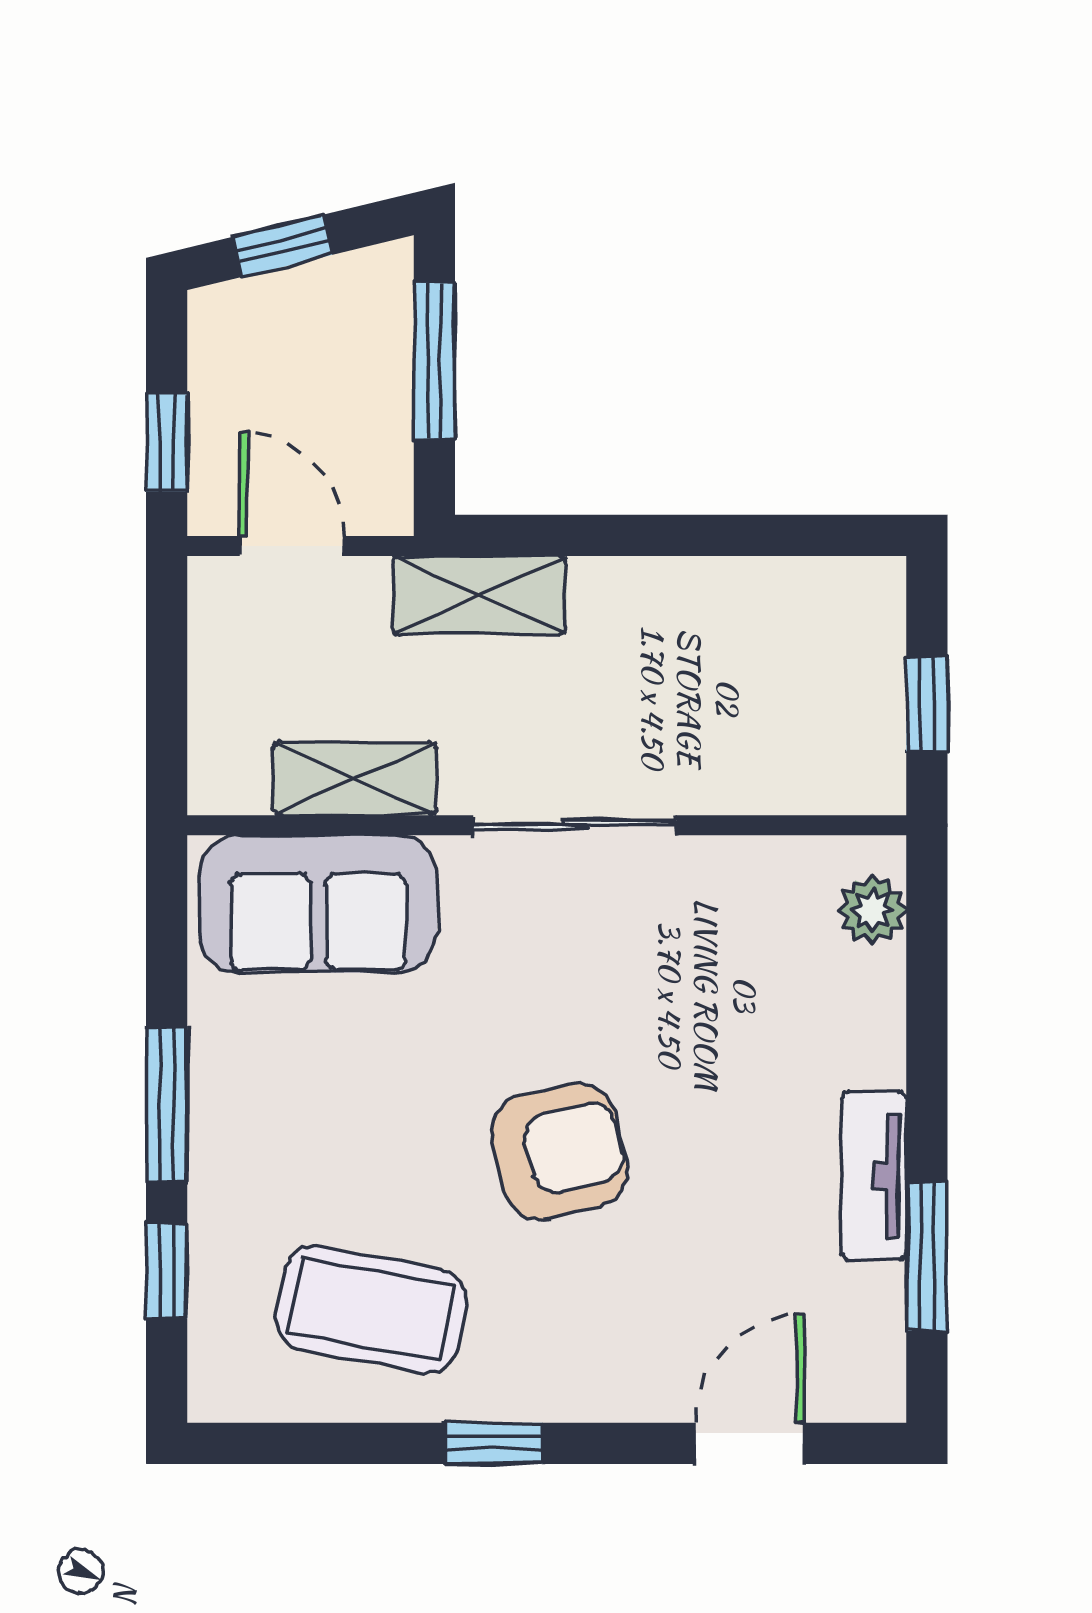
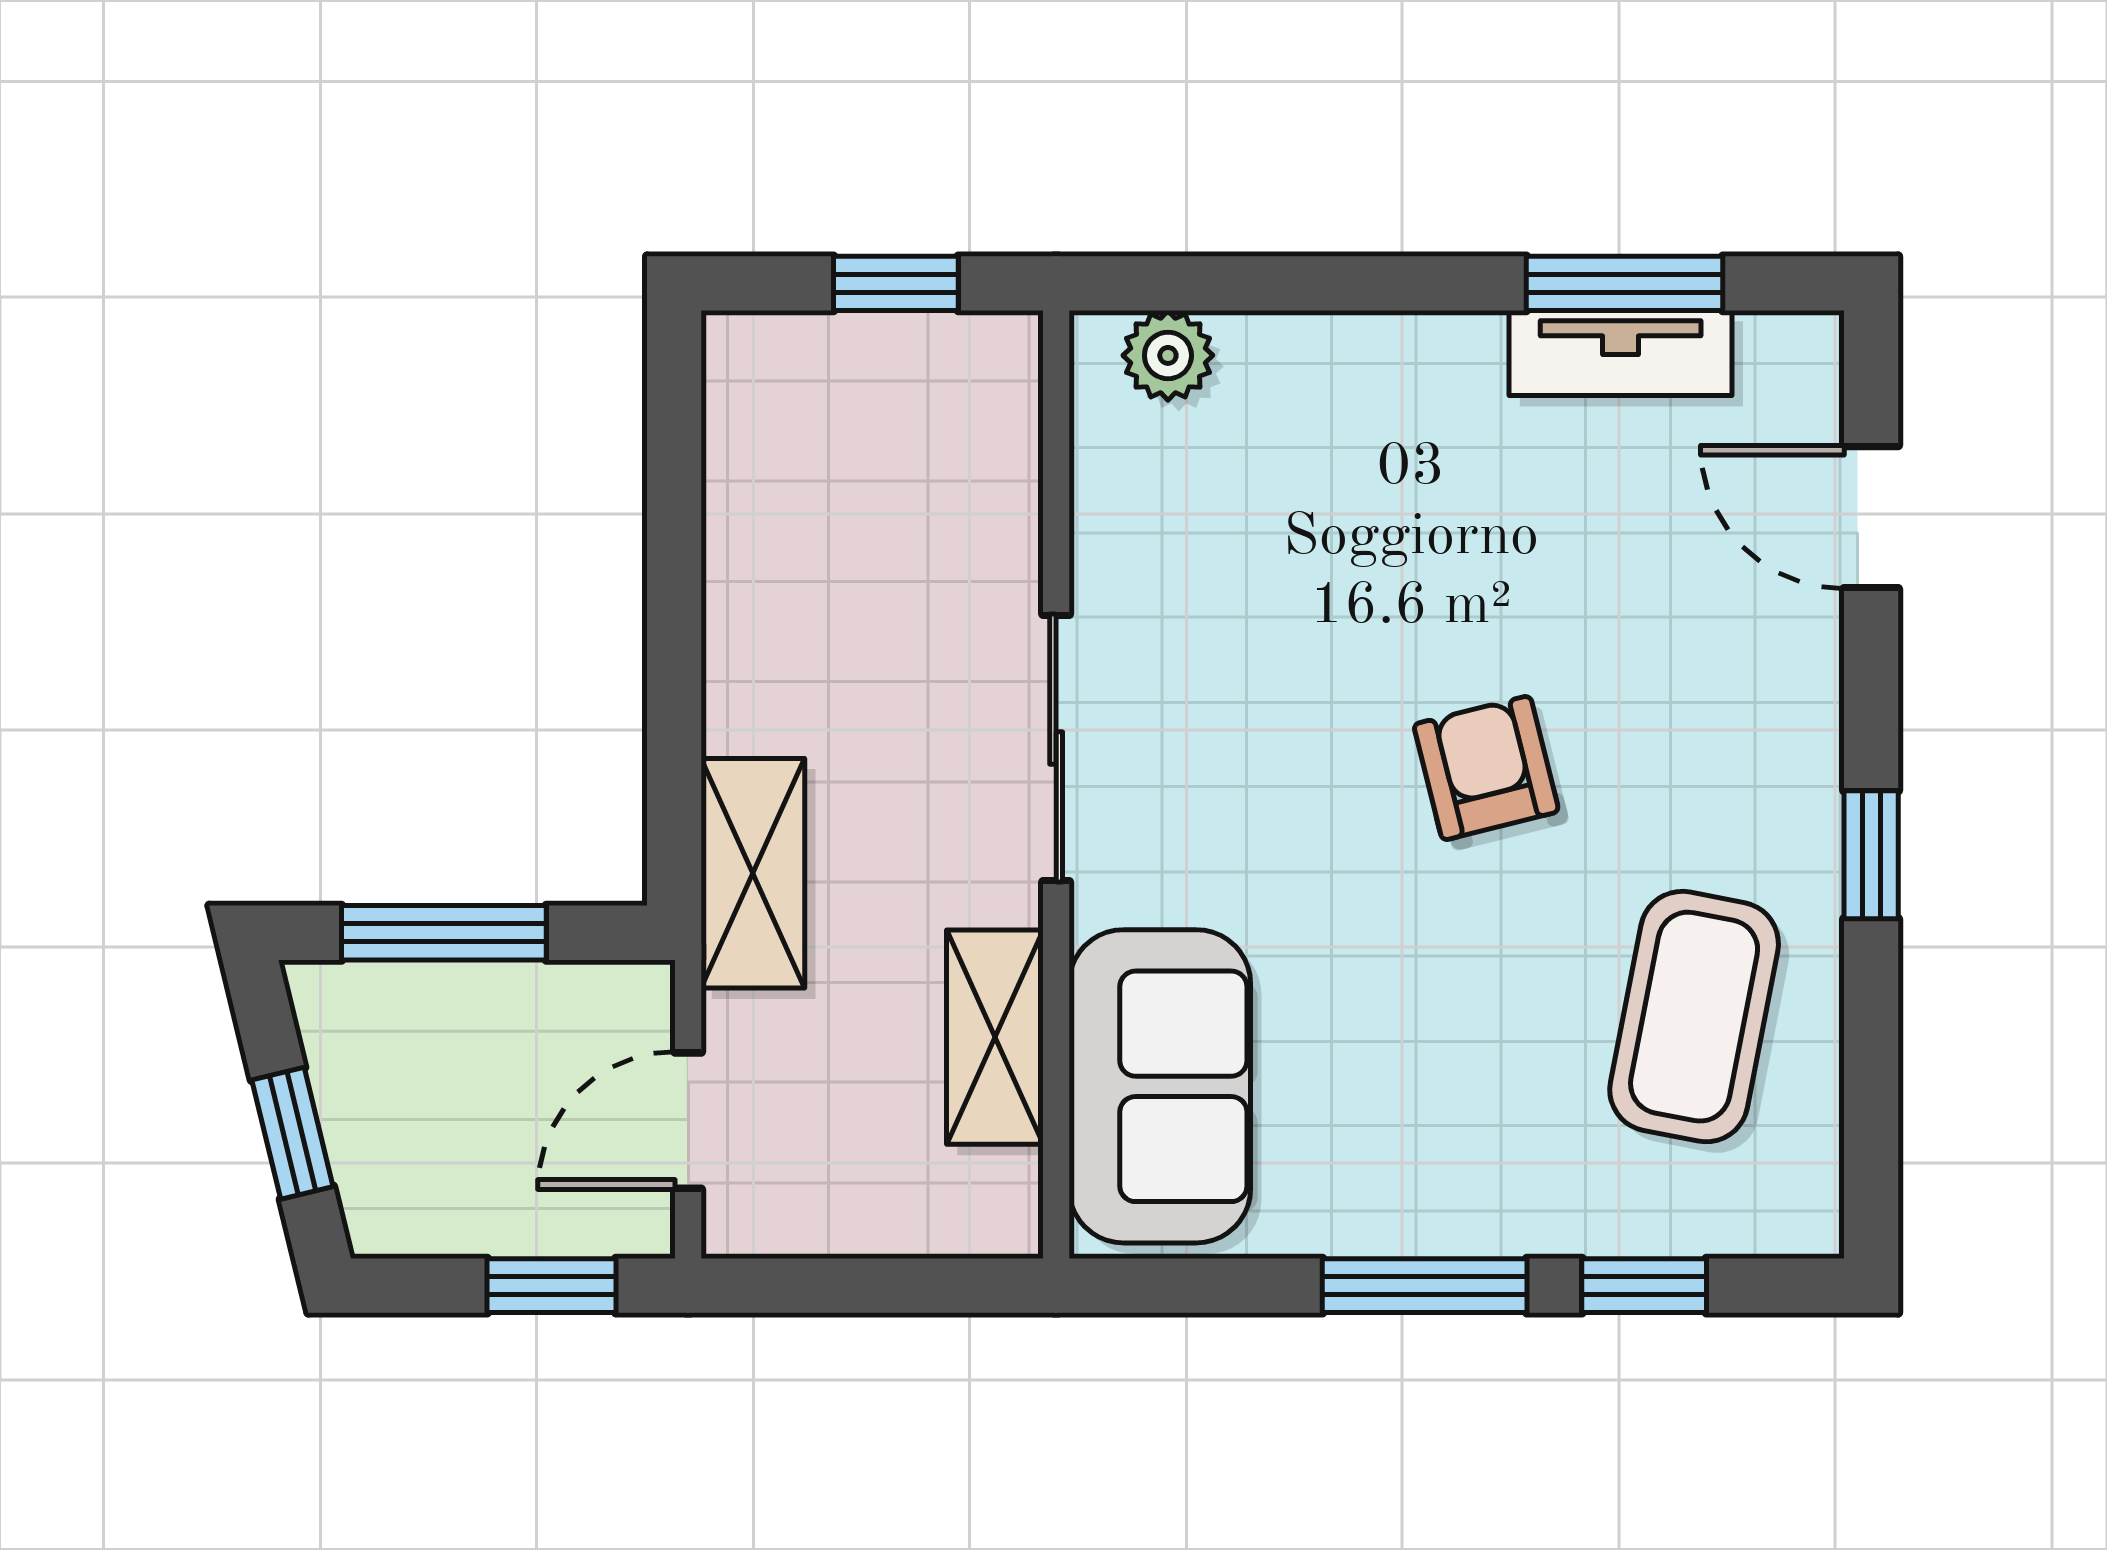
armchair: (559, 1151) -> (1486, 768), width x0.72, depth x0.72
tv unit: (874, 1176) -> (1621, 353), moved

